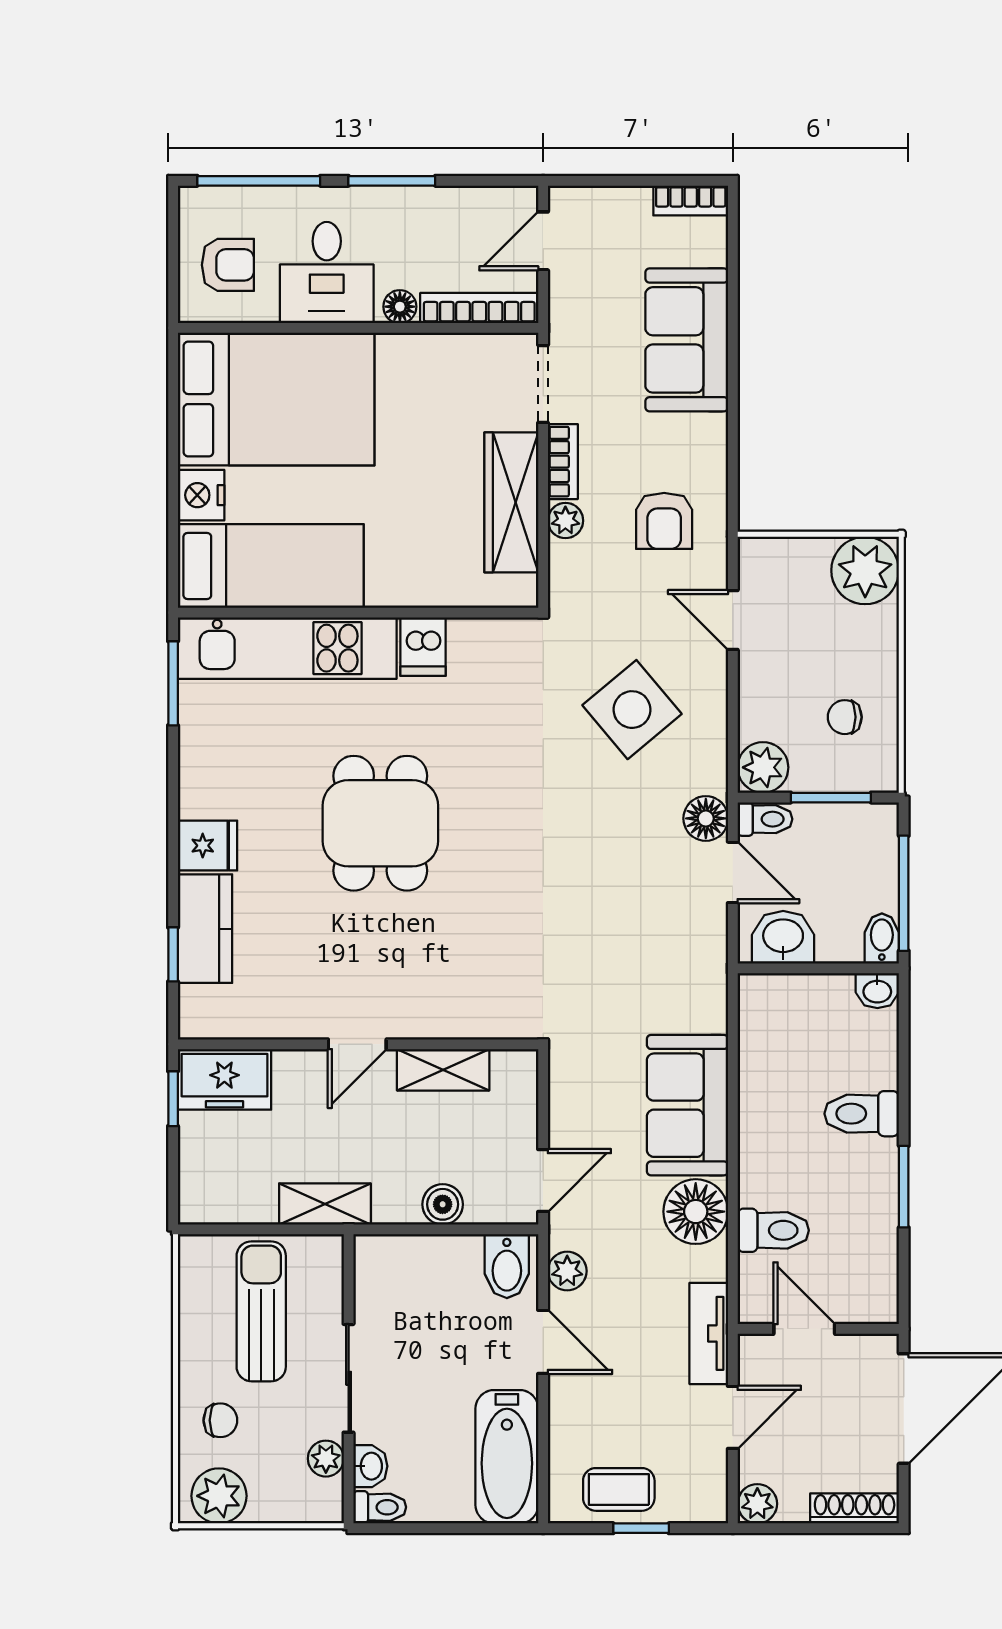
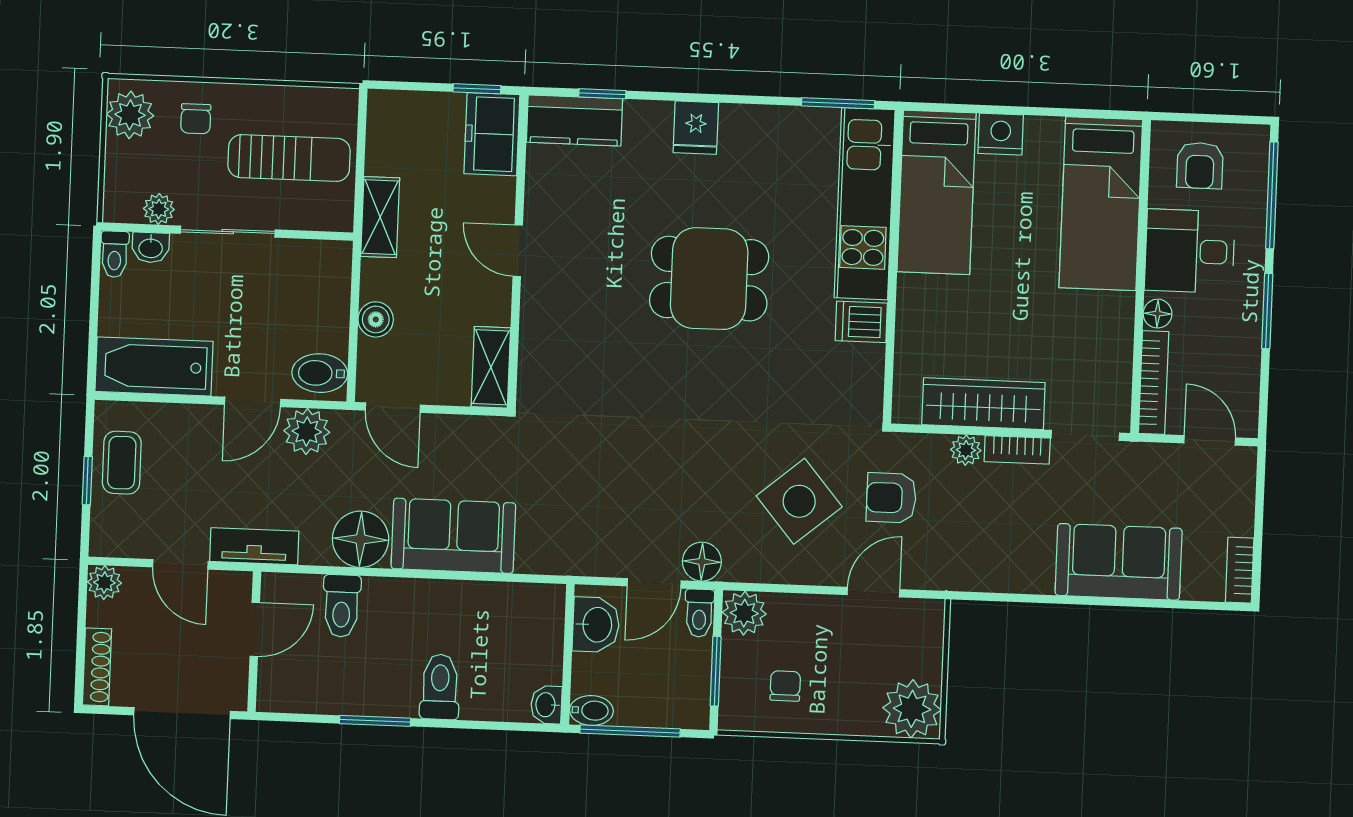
bed: (276, 399) -> (1101, 204), width x0.67
armchair: (664, 521) -> (891, 498), moved
kitchen counter: (205, 929) -> (574, 120), moved
shelving: (443, 1070) -> (491, 367), moved
plant: (567, 1271) -> (307, 431), width x1.38, depth x1.38

